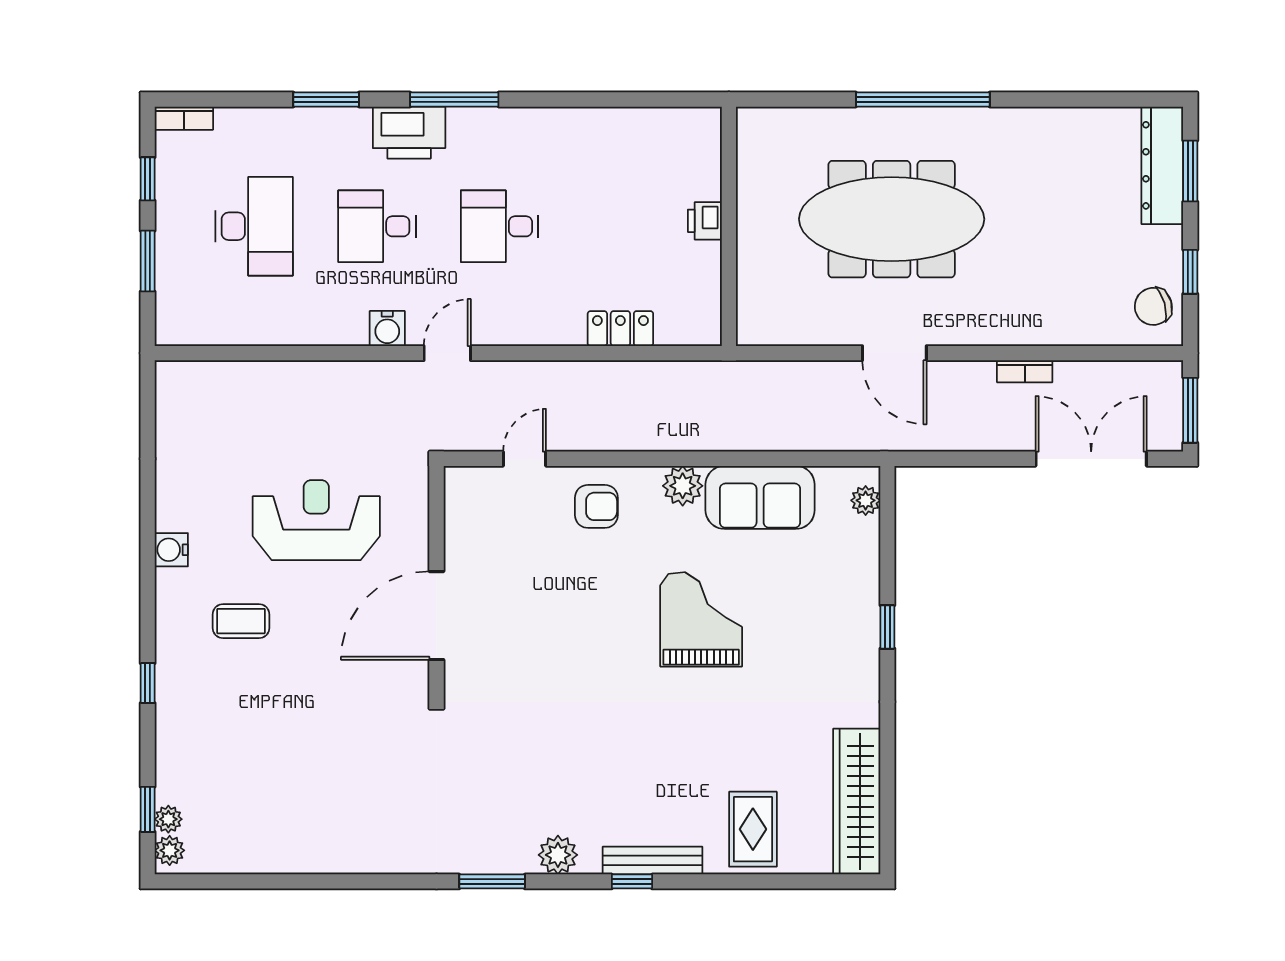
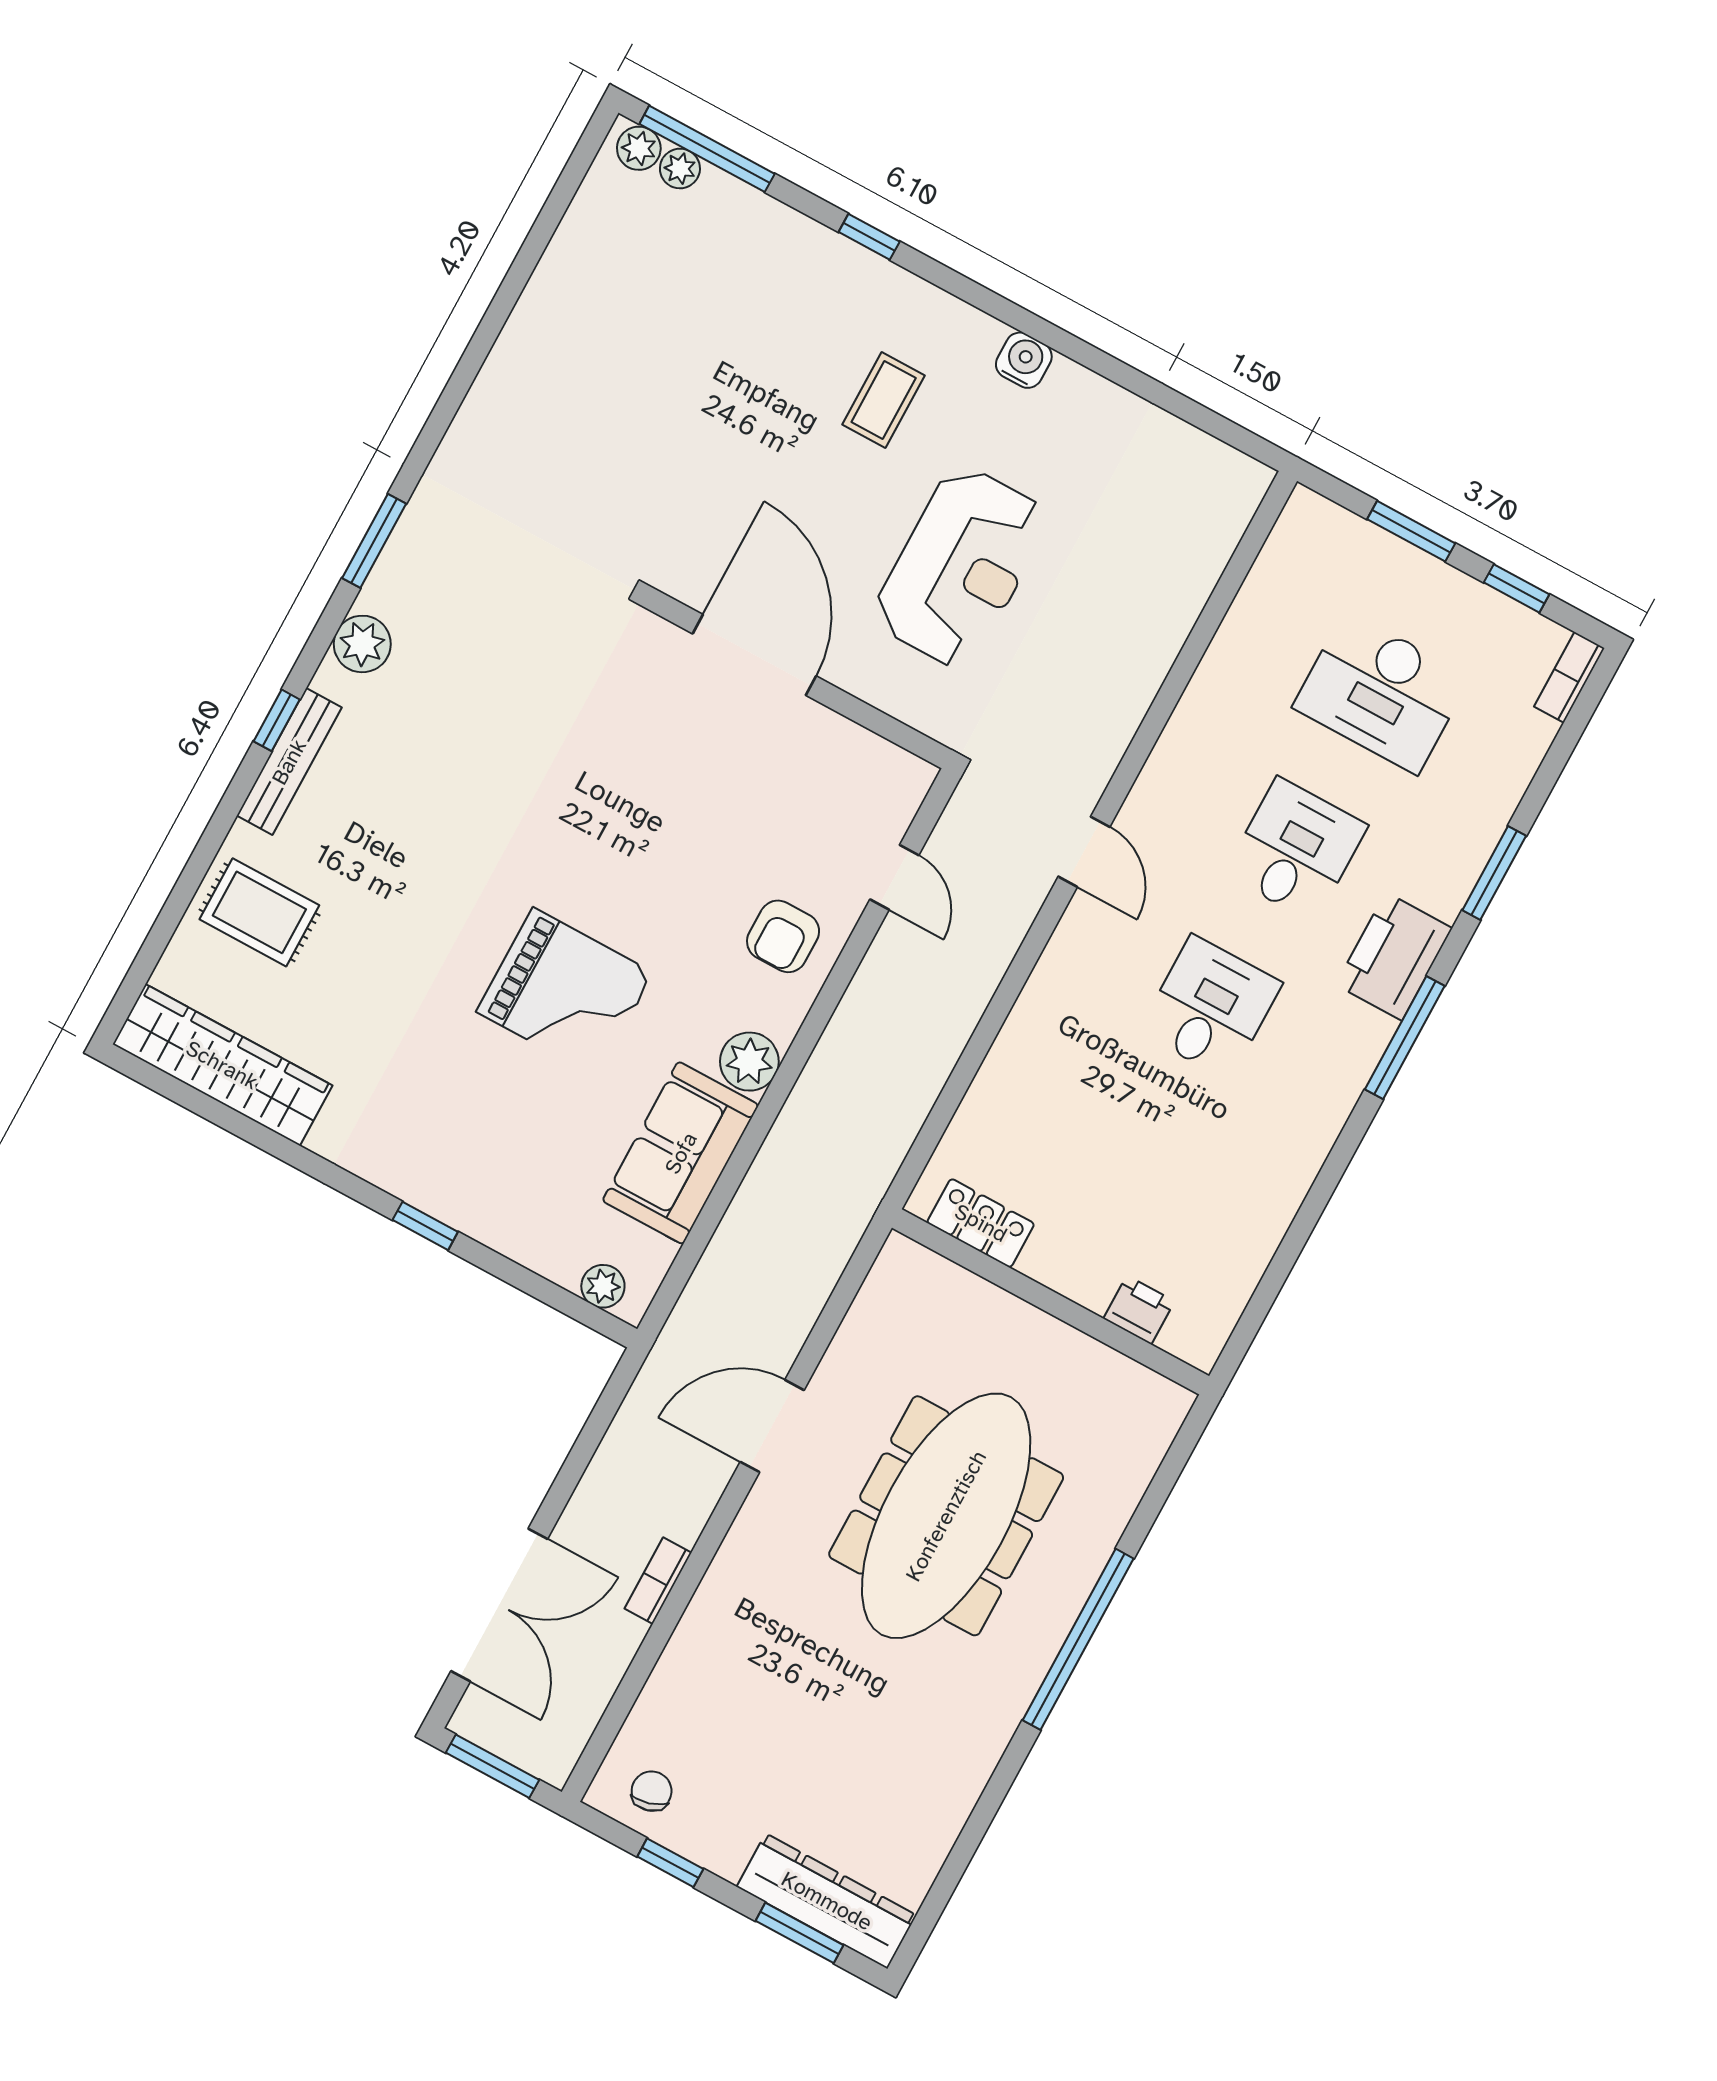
printer: (705, 221) -> (1139, 1310), moved
chair: (1153, 306) -> (652, 1791), width x0.73, depth x0.73
water cooler: (387, 328) -> (1157, 792), removed
locker: (620, 329) -> (981, 1223), moved, turned -90
window: (148, 809) -> (707, 149), width x2.17

